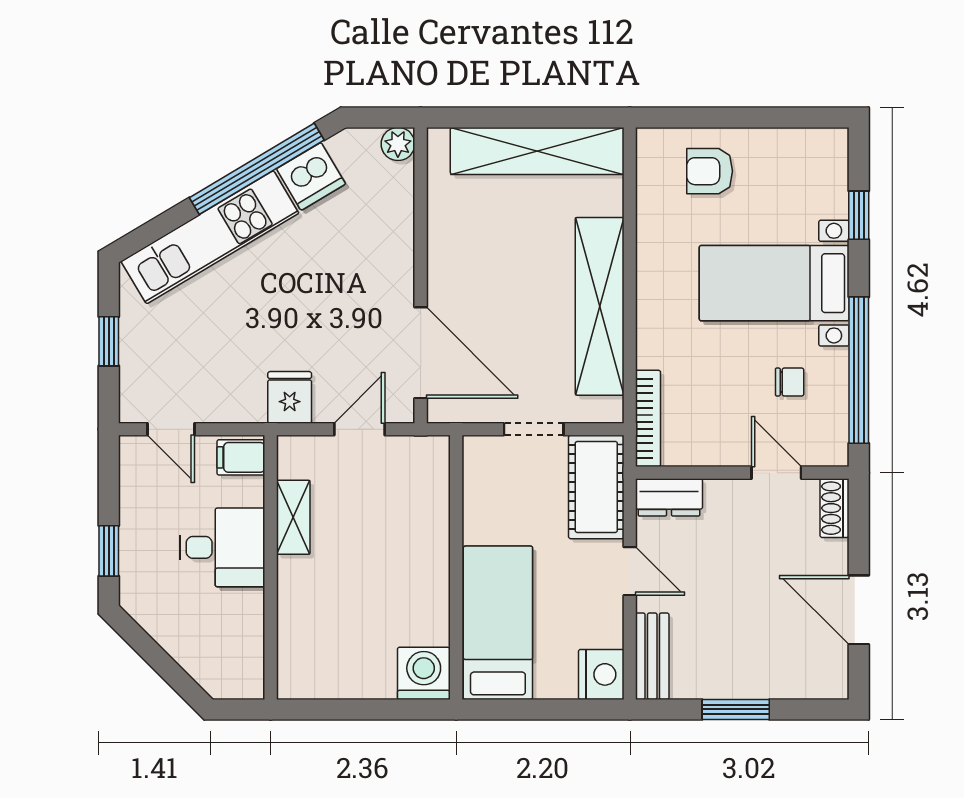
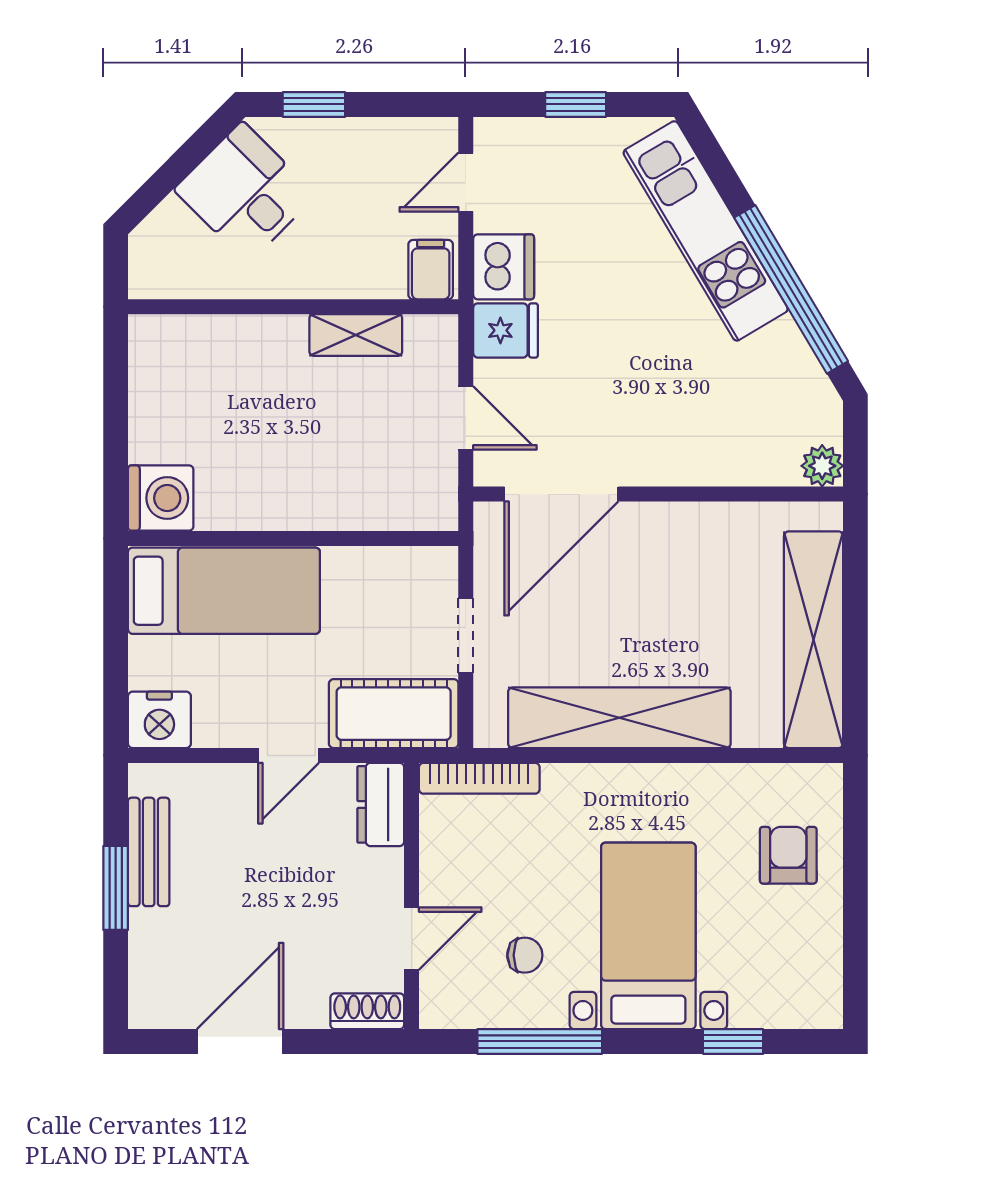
dishwasher: (311, 176) -> (504, 267), moved, turned -149
window: (859, 370) -> (540, 1041), width x0.68
chair: (790, 382) -> (525, 955), turned -90
desk: (222, 547) -> (245, 192), moved, turned 135
bench: (652, 656) -> (149, 852), moved, turned 90

